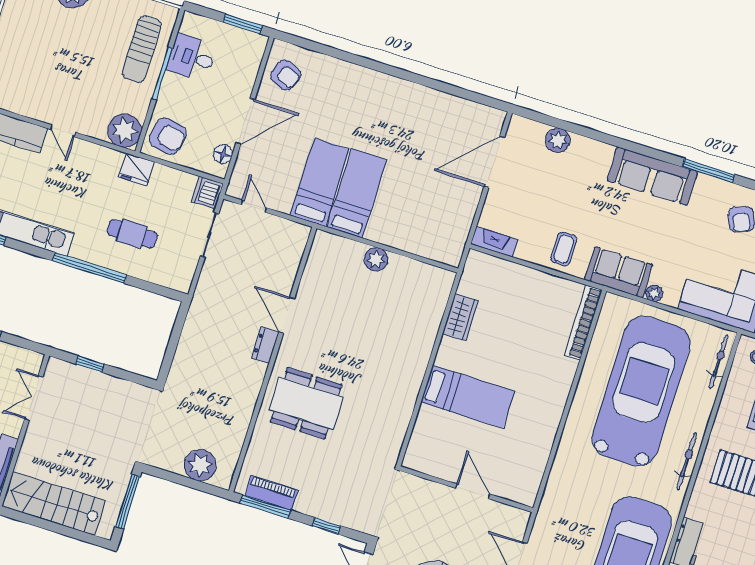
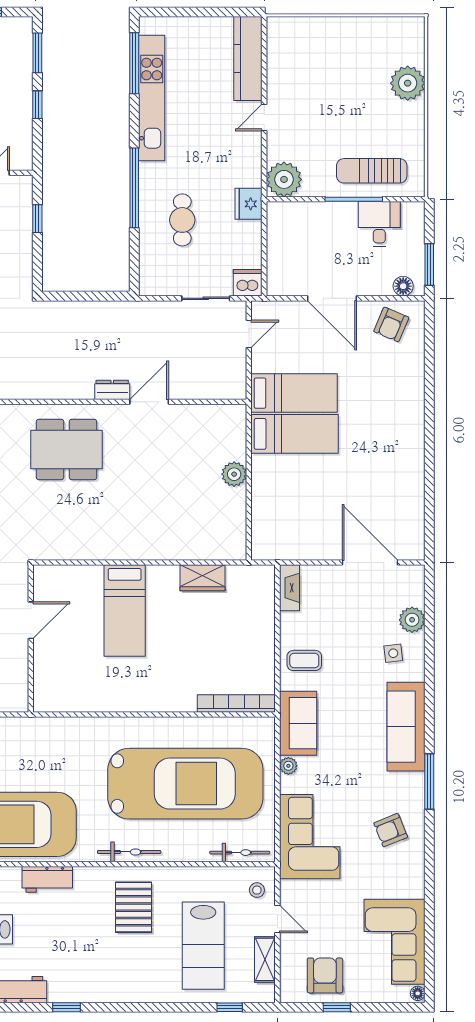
armchair: (168, 136) -> (292, 225), removed
floor lamp: (223, 154) -> (403, 286), moved
side table: (583, 167) -> (393, 653), added
dining table: (306, 403) -> (67, 449), turned 90
door: (473, 491) -> (31, 620), moved

